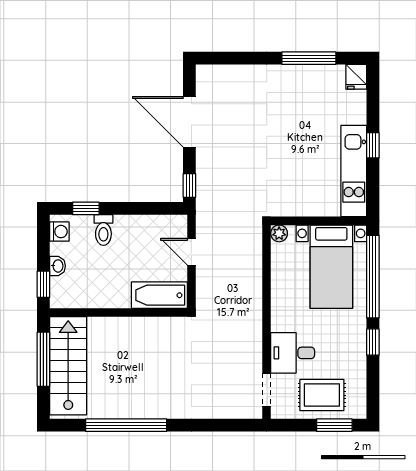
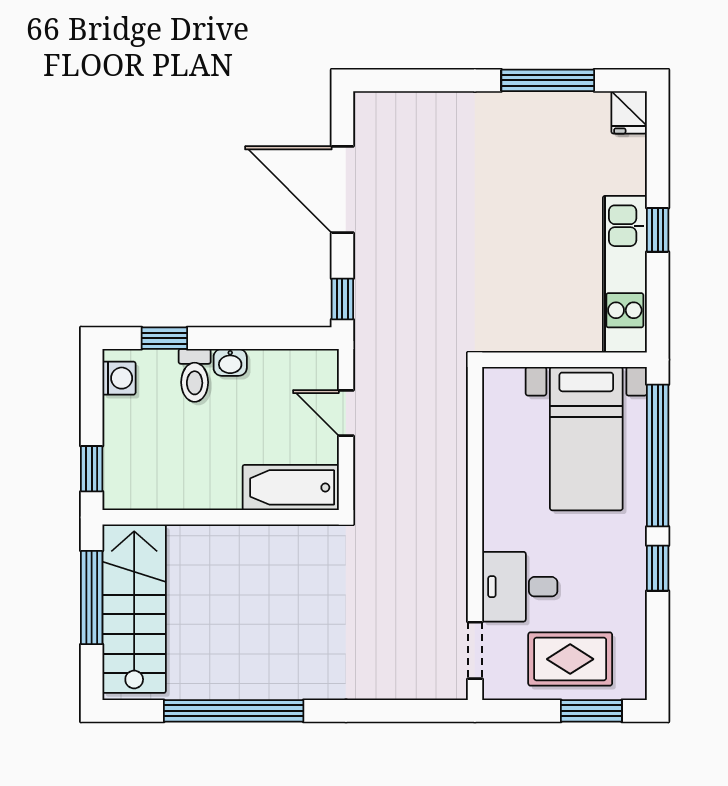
plant: (279, 233) -> (497, 381), removed
washbasin: (58, 266) -> (230, 362), moved, turned 90

